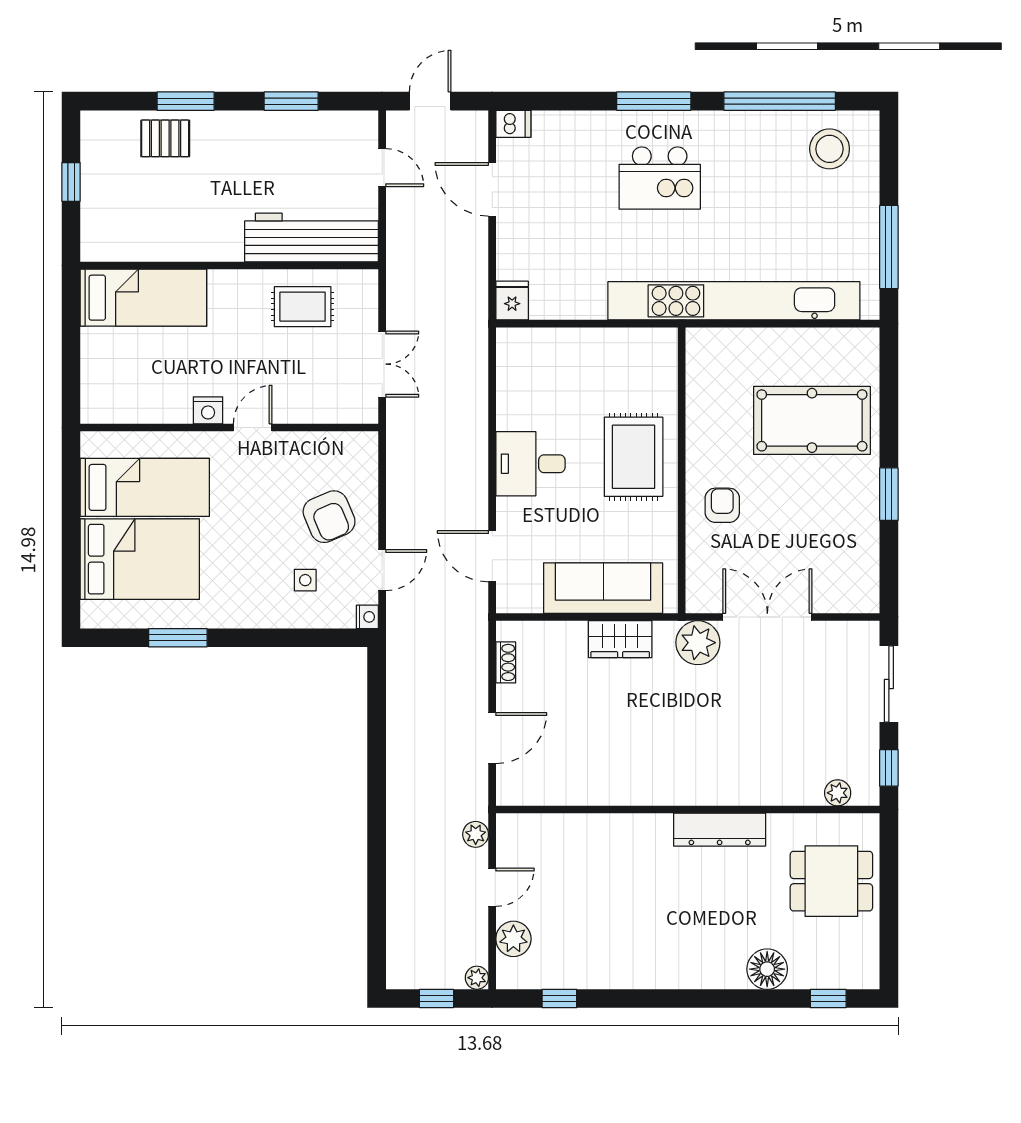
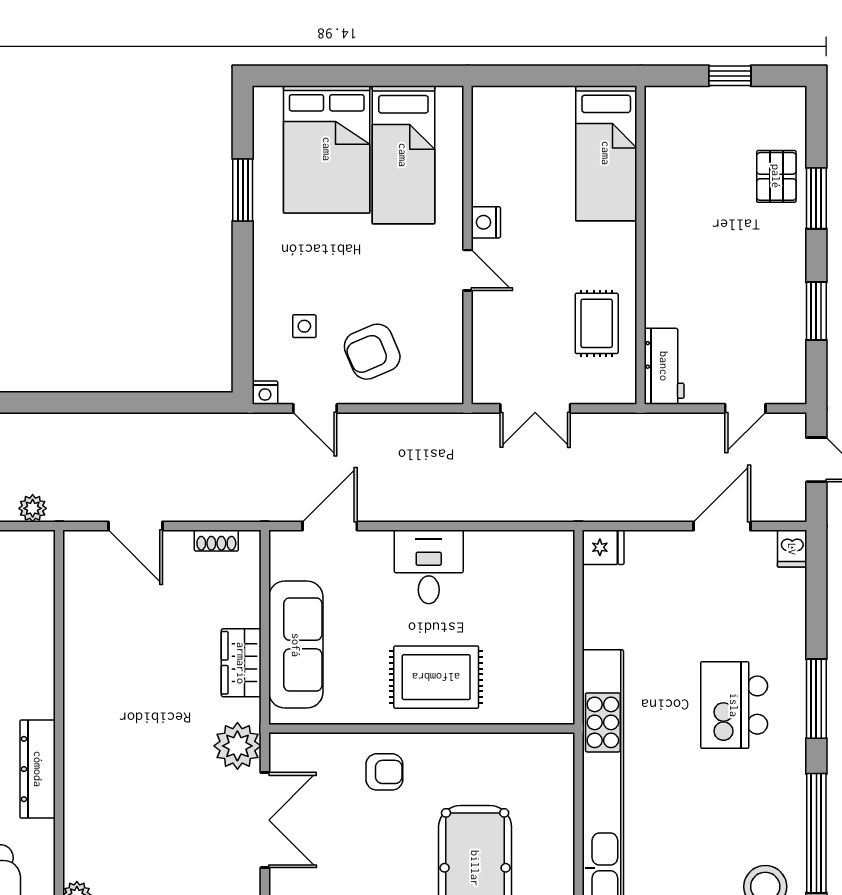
workbench: (312, 237) -> (664, 366), width x0.53, depth x0.76

